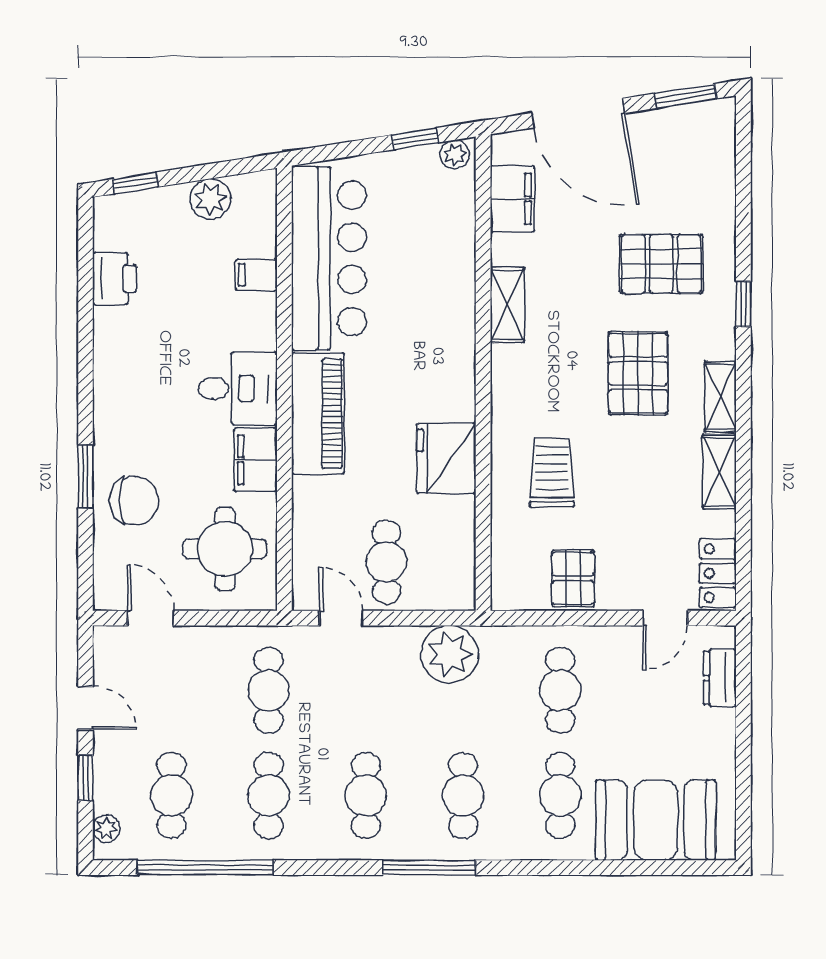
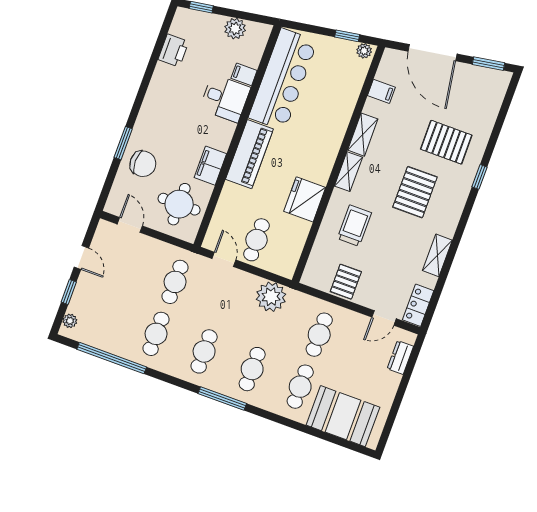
filing cabinet: (512, 199) -> (381, 91), width x0.50
desk: (238, 388) -> (225, 98), moved
shelving: (720, 397) -> (348, 172), moved
cafe table: (171, 795) -> (108, 316), removed

